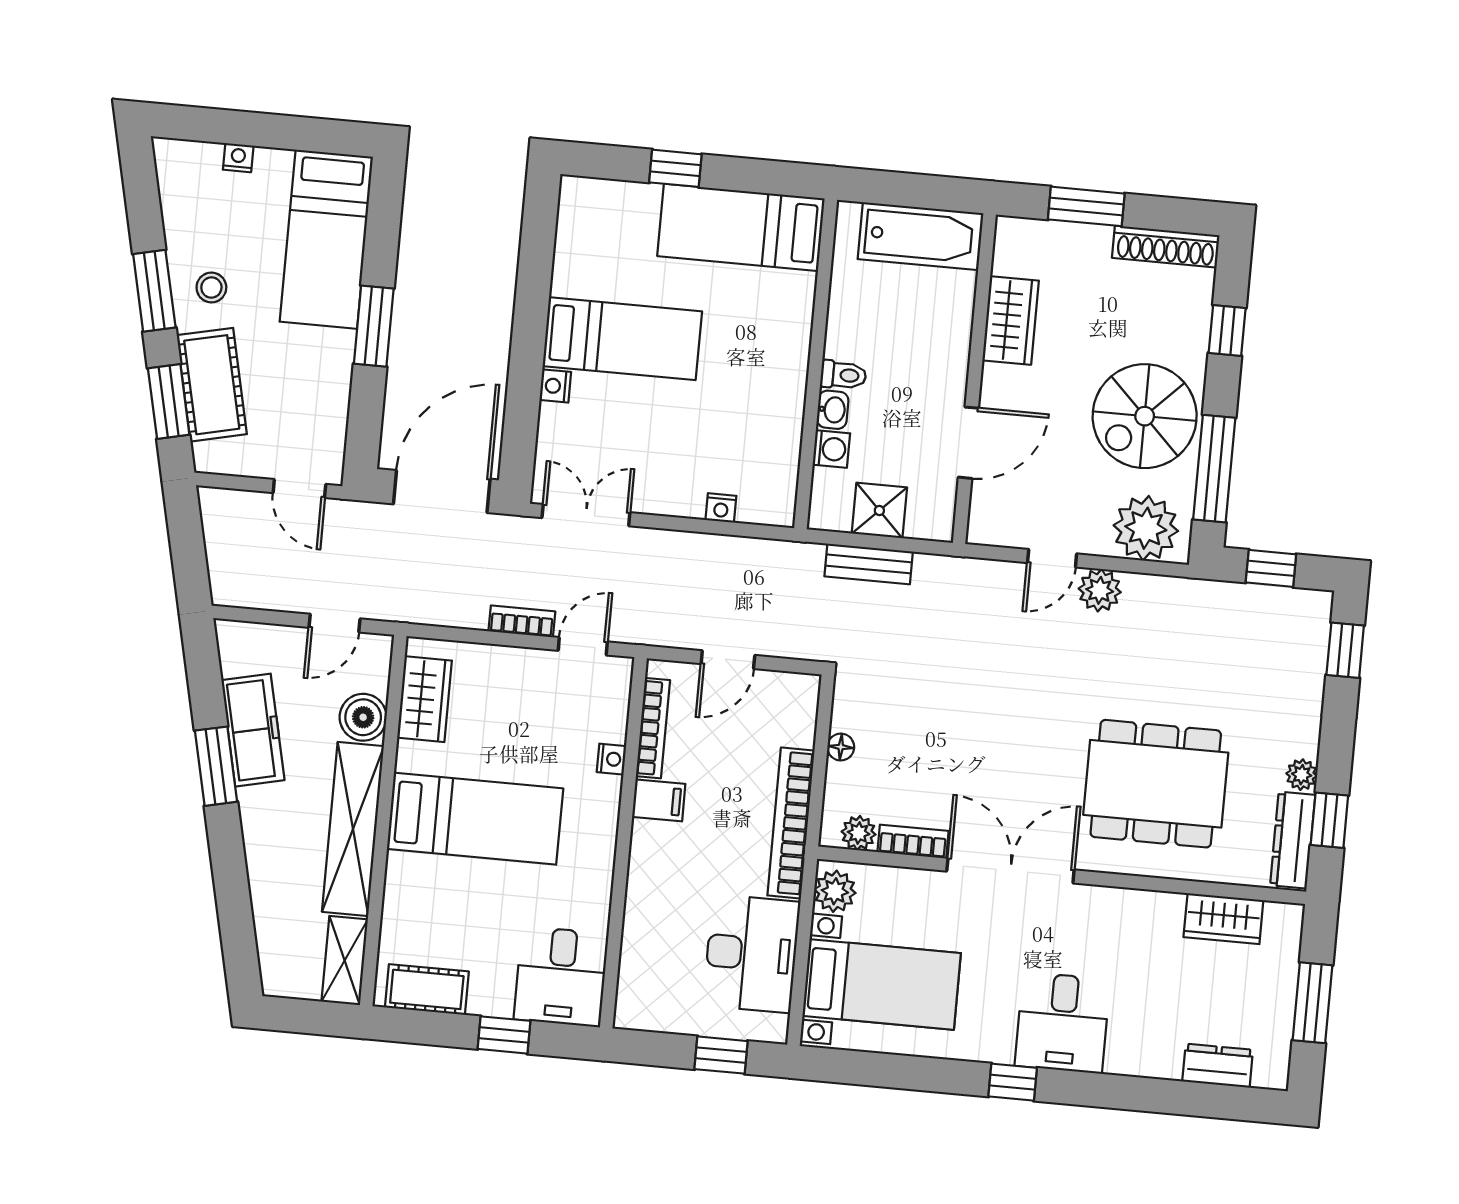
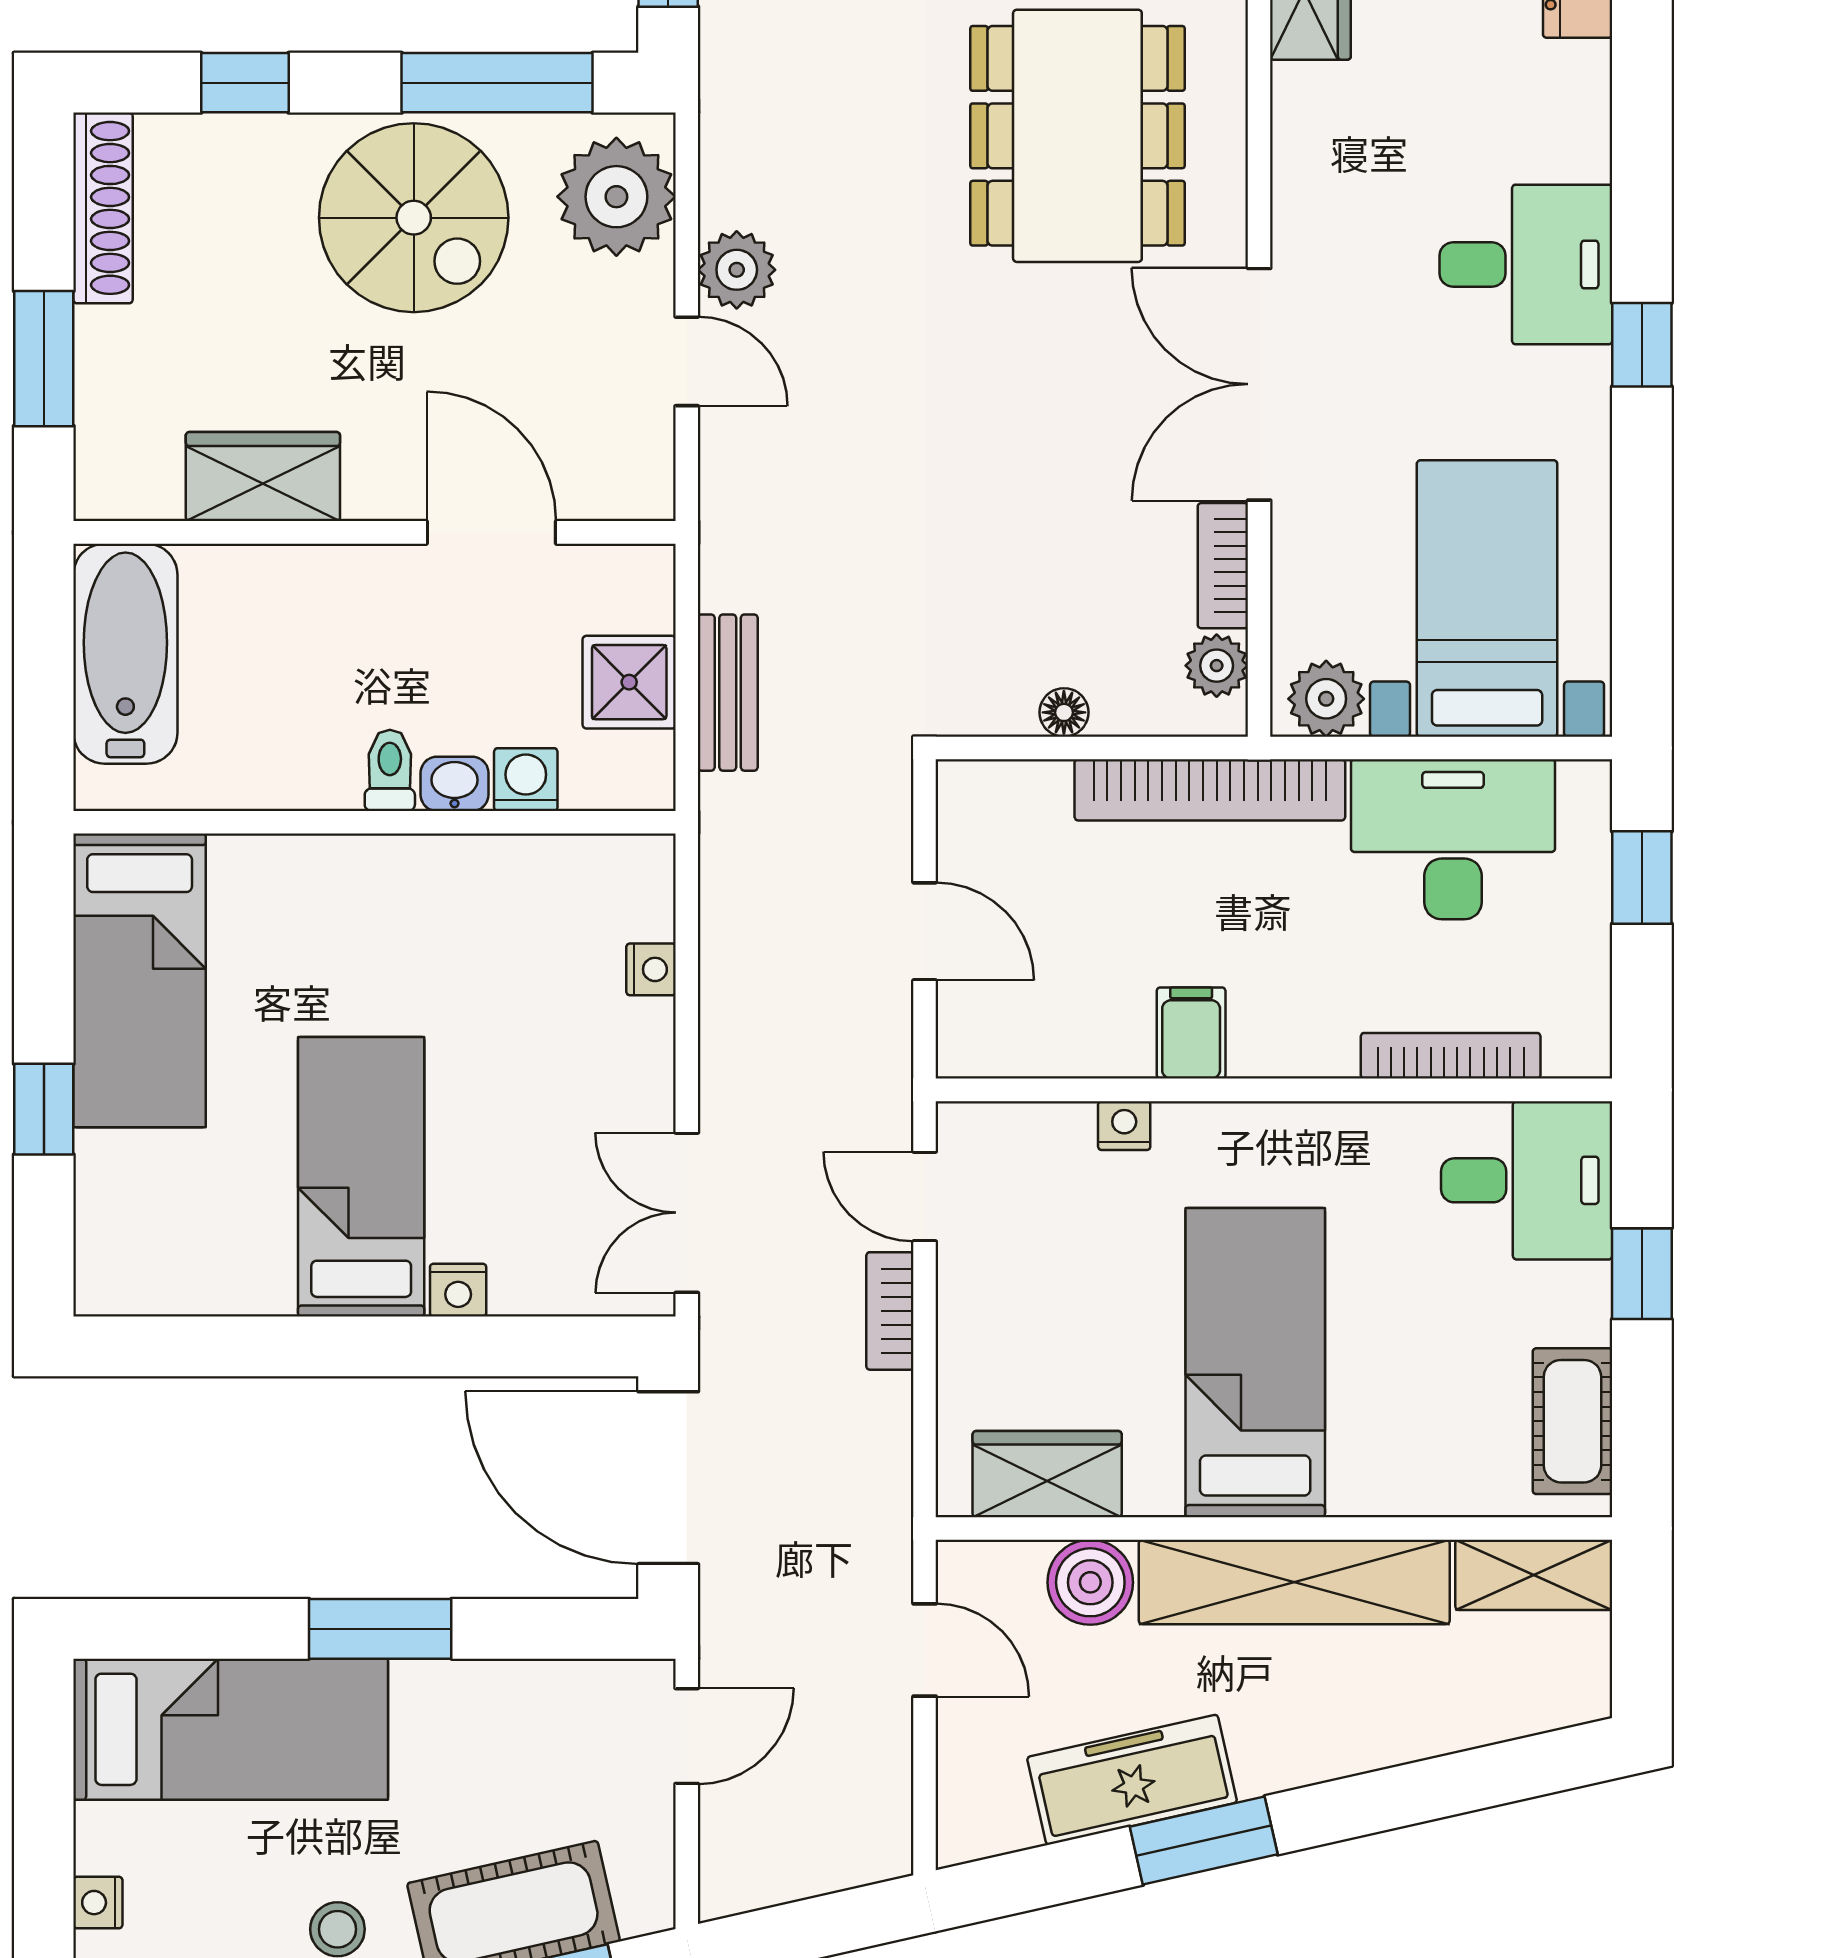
bookcase: (653, 728) -> (1451, 1056), moved

